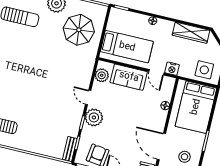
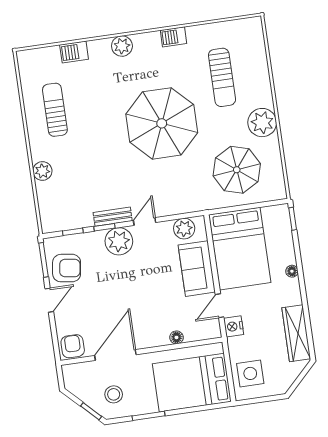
bed: (127, 47) -> (240, 249), width x1.50
parasol: (33, 64) -> (162, 123), added
plant: (34, 147) -> (42, 171), added
bench: (70, 149) -> (113, 217), moved

